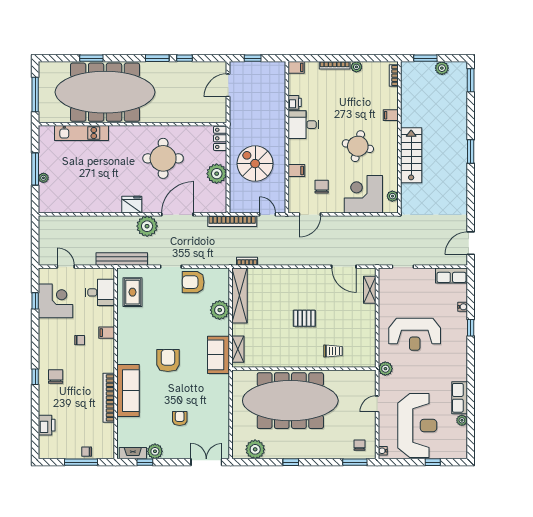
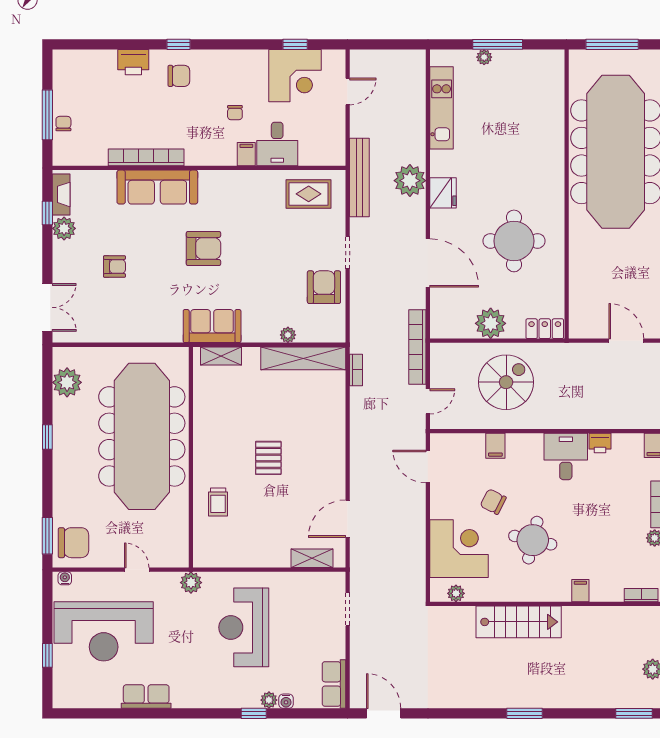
kitchen unit: (81, 133) -> (442, 108), moved, turned 180
chair: (322, 187) -> (493, 502), moved, turned -153
plant: (147, 226) -> (410, 181), moved
desk: (100, 292) -> (277, 144), moved
plant: (220, 310) -> (288, 335), width x0.53, depth x0.53
plant: (462, 420) -> (269, 700), moved
printer: (47, 425) -> (133, 62), moved
chair: (360, 445) -> (73, 543), width x1.87, depth x1.87

